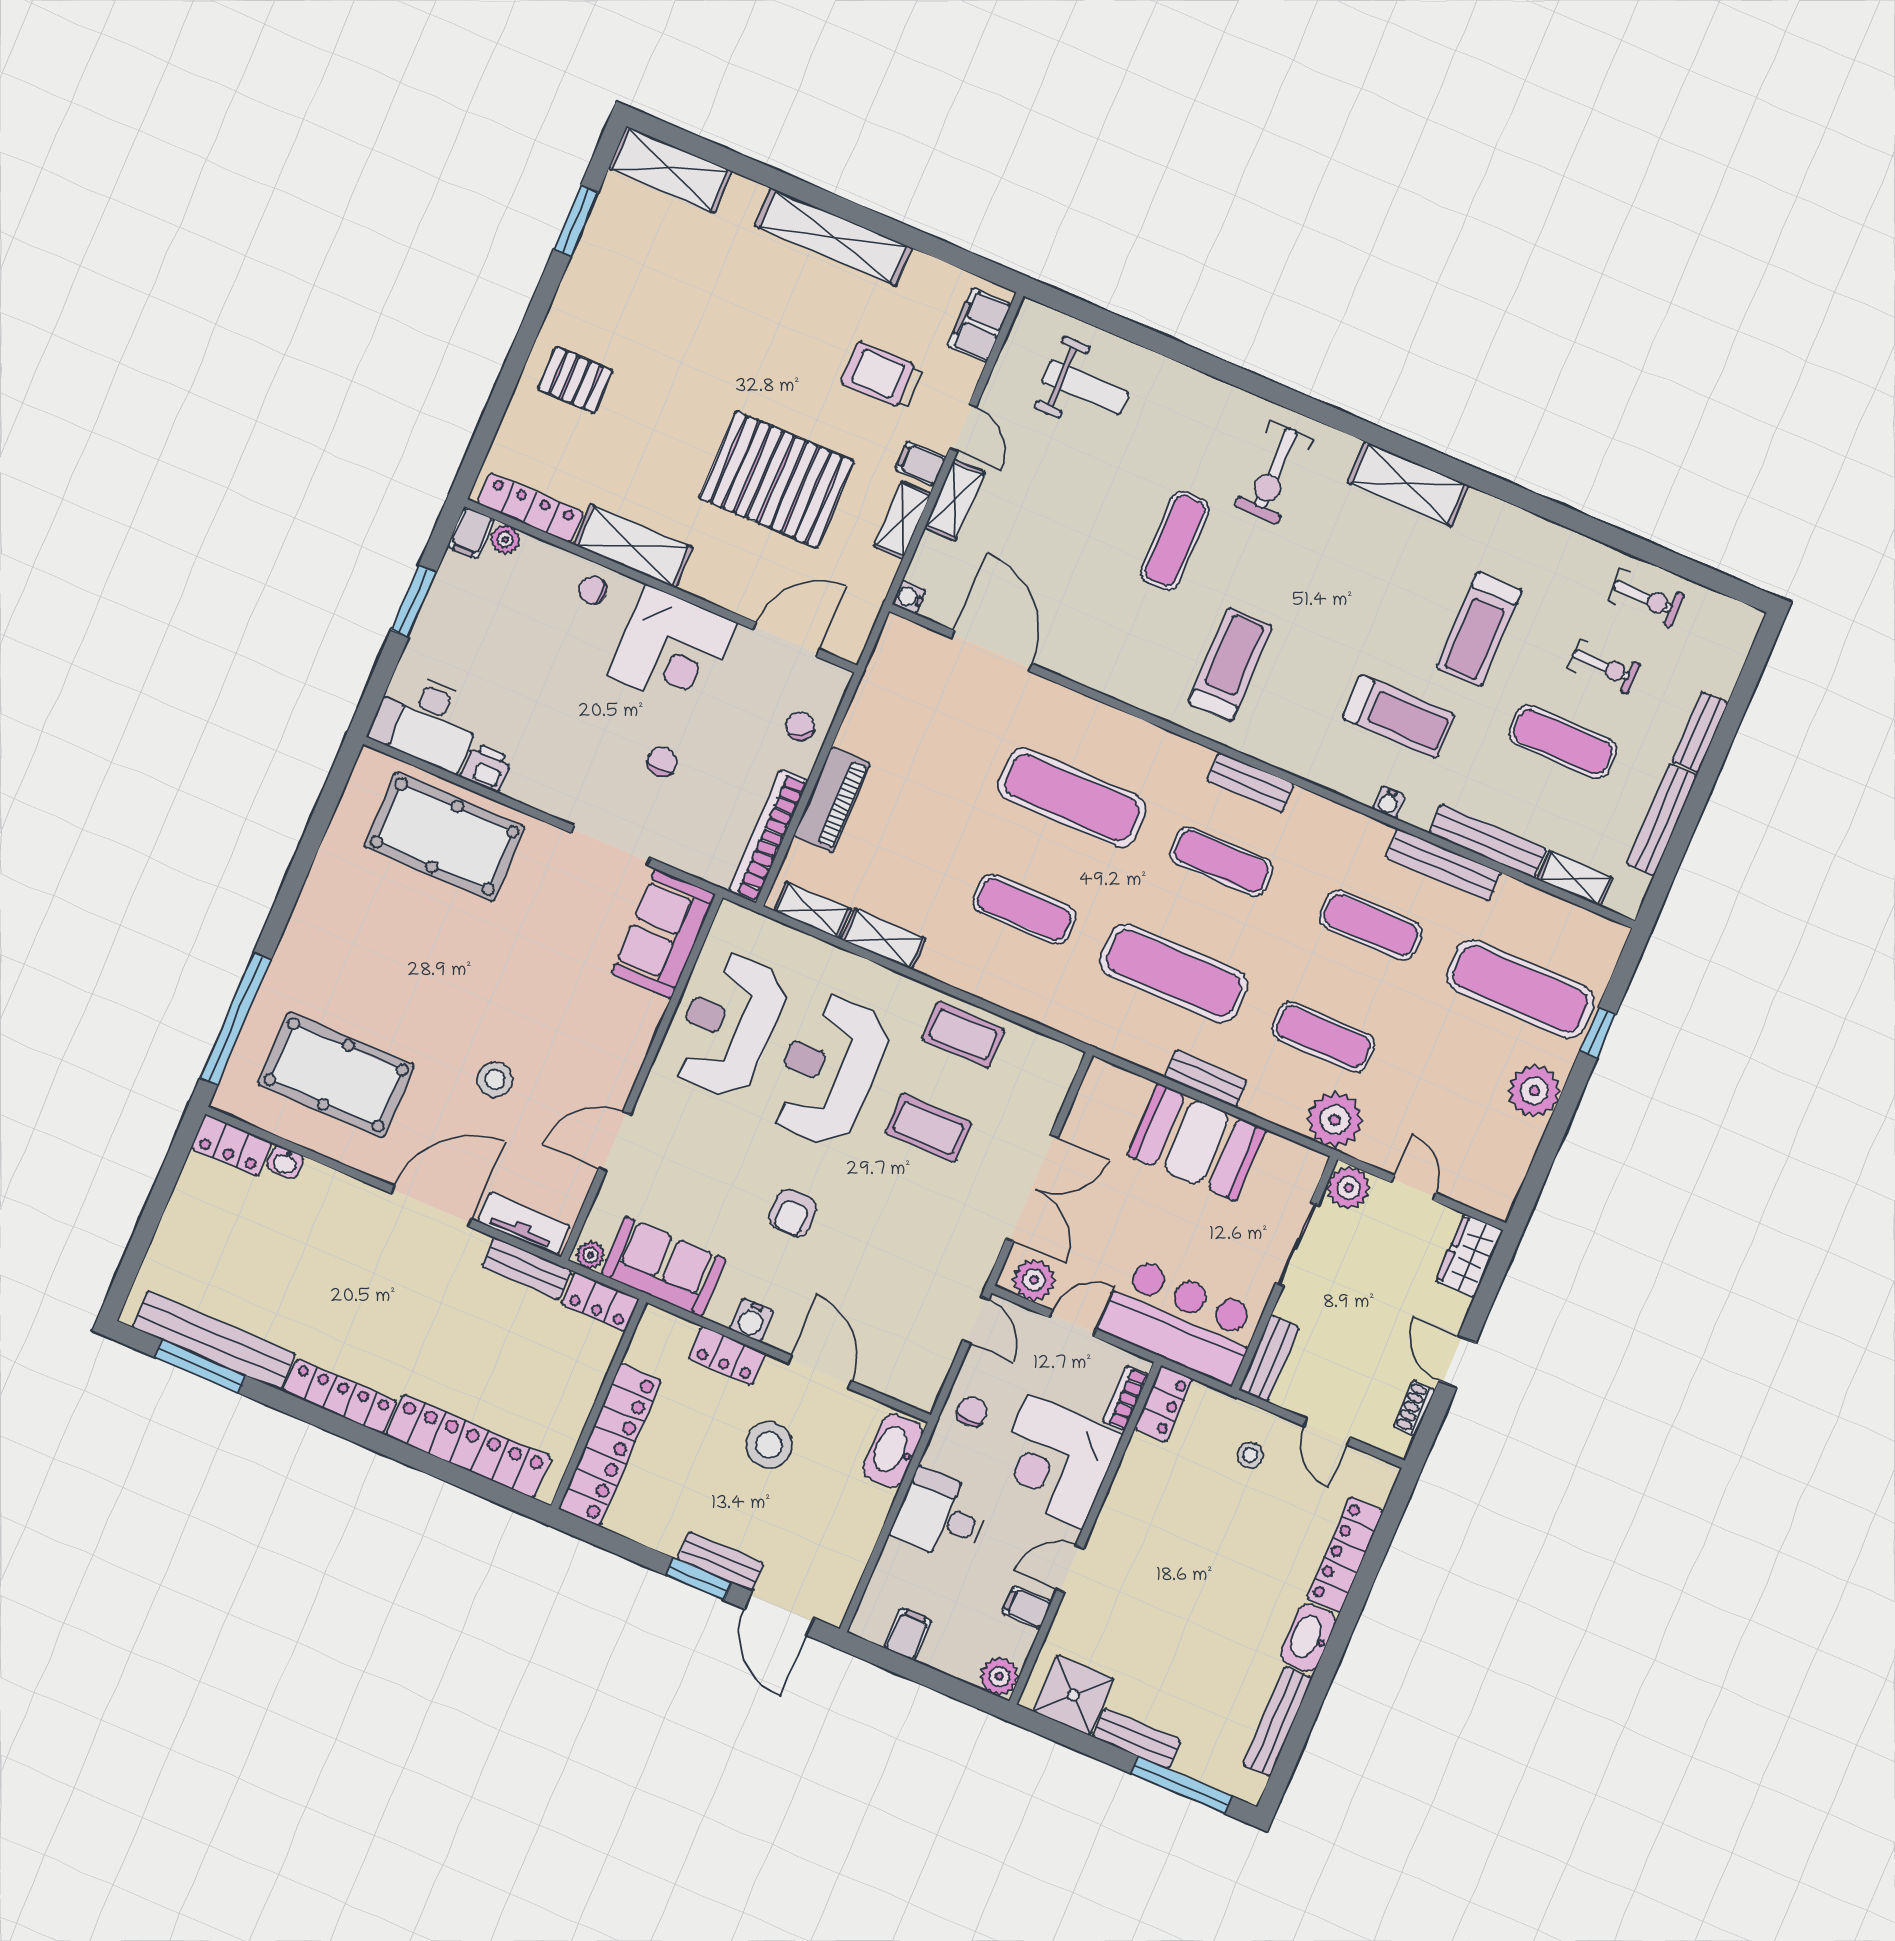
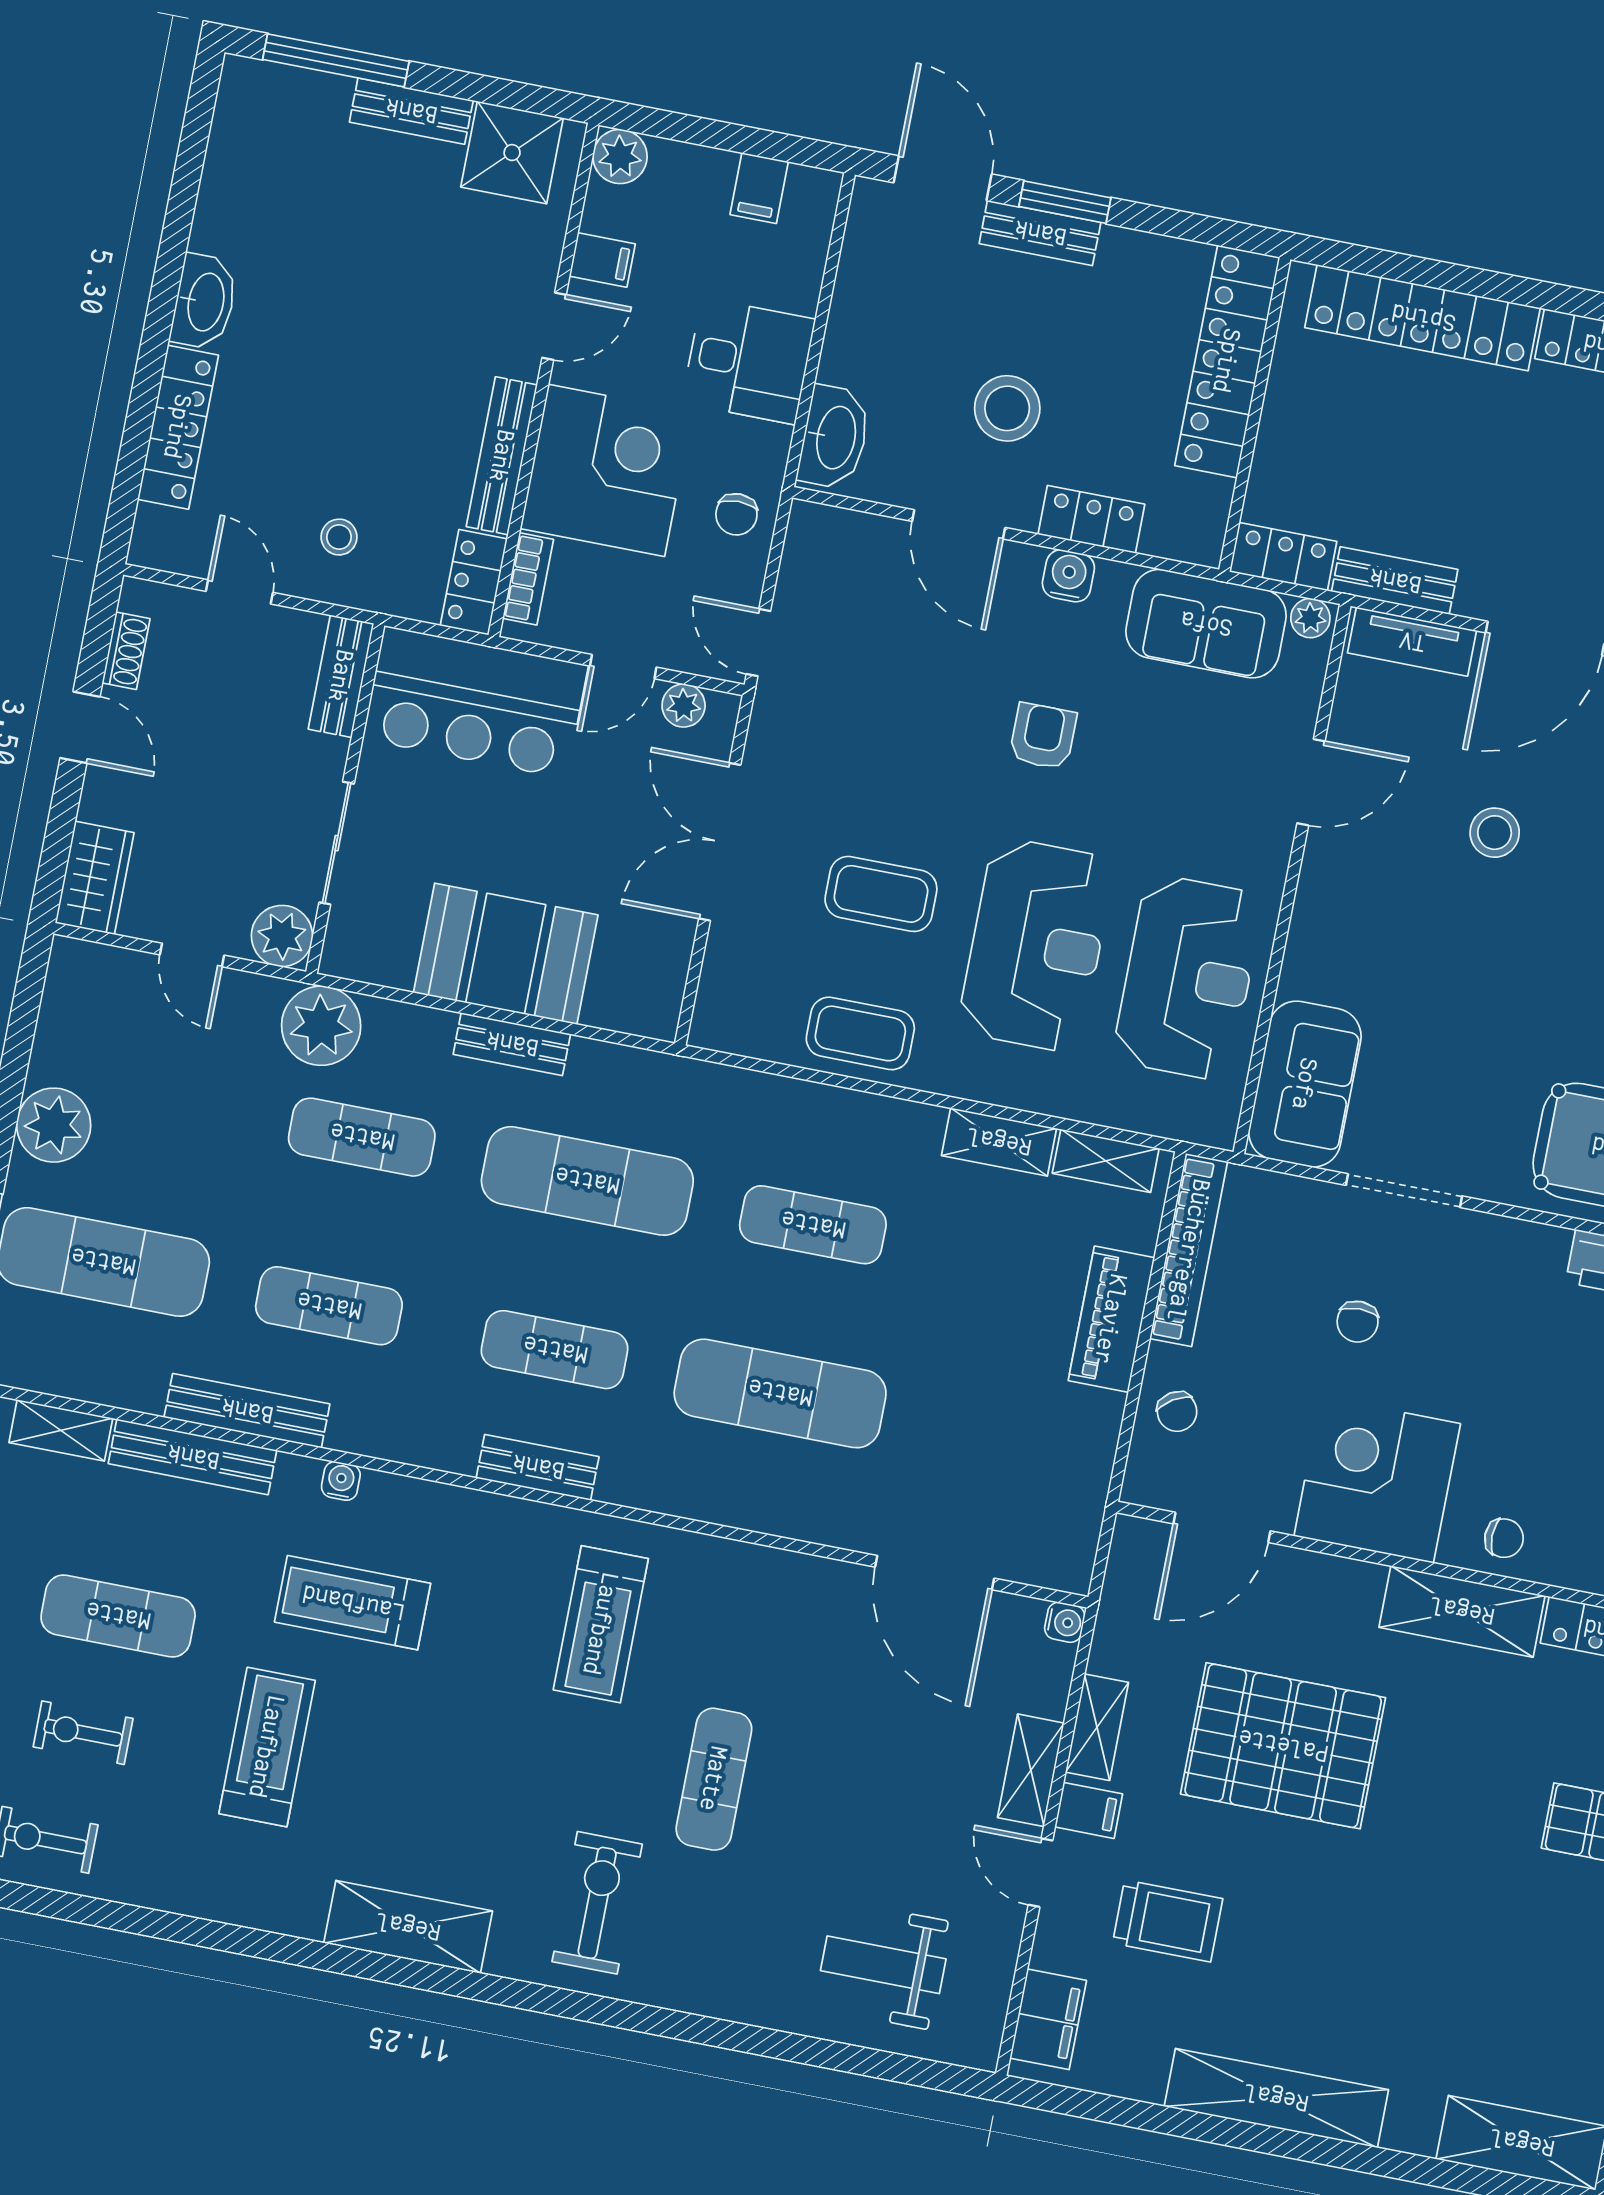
plant: (1034, 1280) -> (684, 706), width x0.73, depth x0.73
bench: (1277, 1721) -> (502, 456), moved

